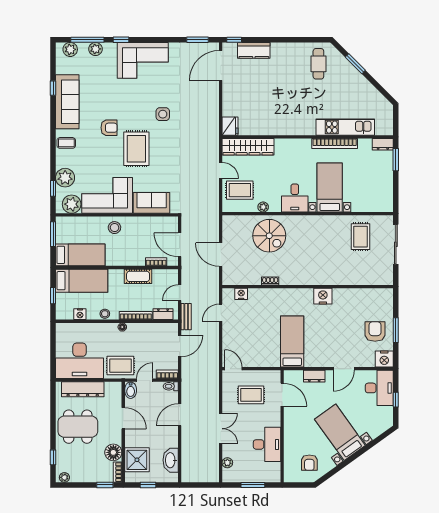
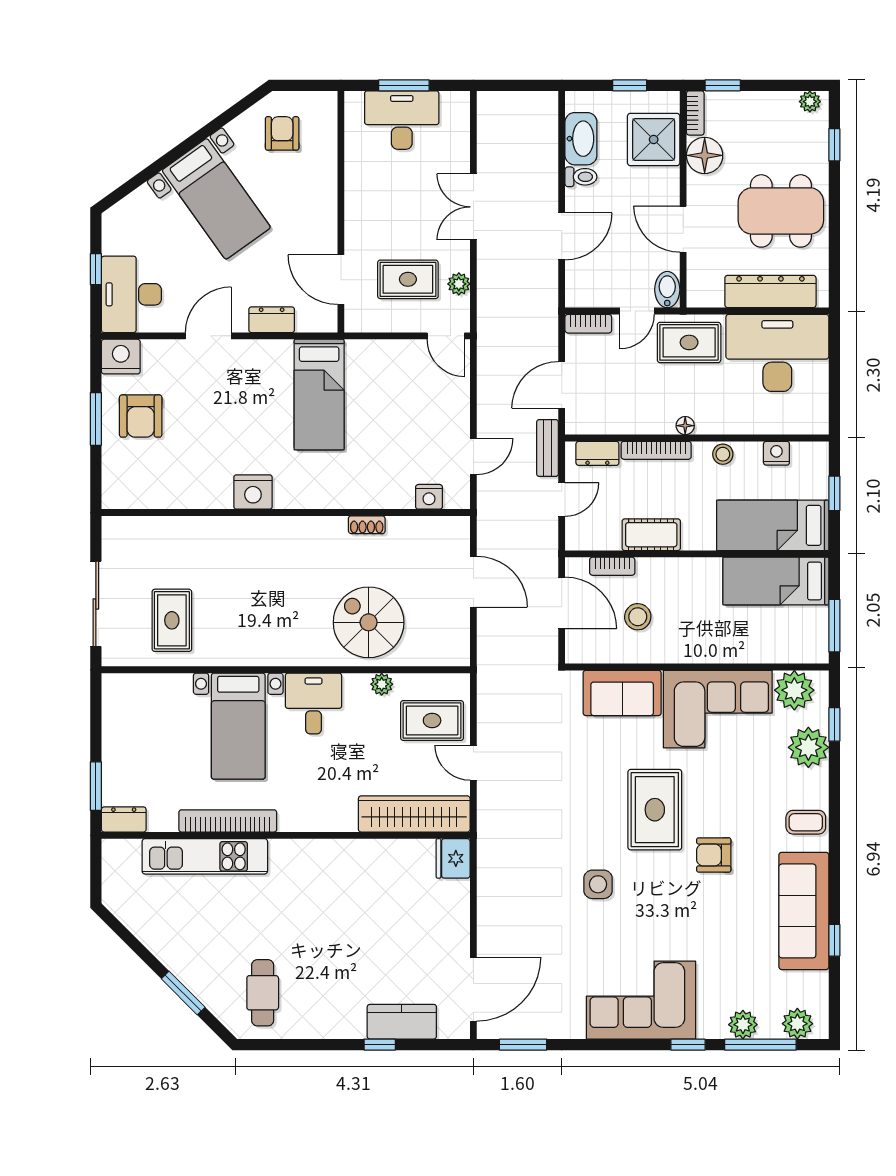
window: (234, 40) -> (380, 1045), moved
stool: (114, 228) -> (638, 617), moved
toilet: (171, 386) -> (581, 177), moved
desk: (267, 444) -> (402, 120), moved, turned 90
plant: (227, 463) -> (459, 284), moved

